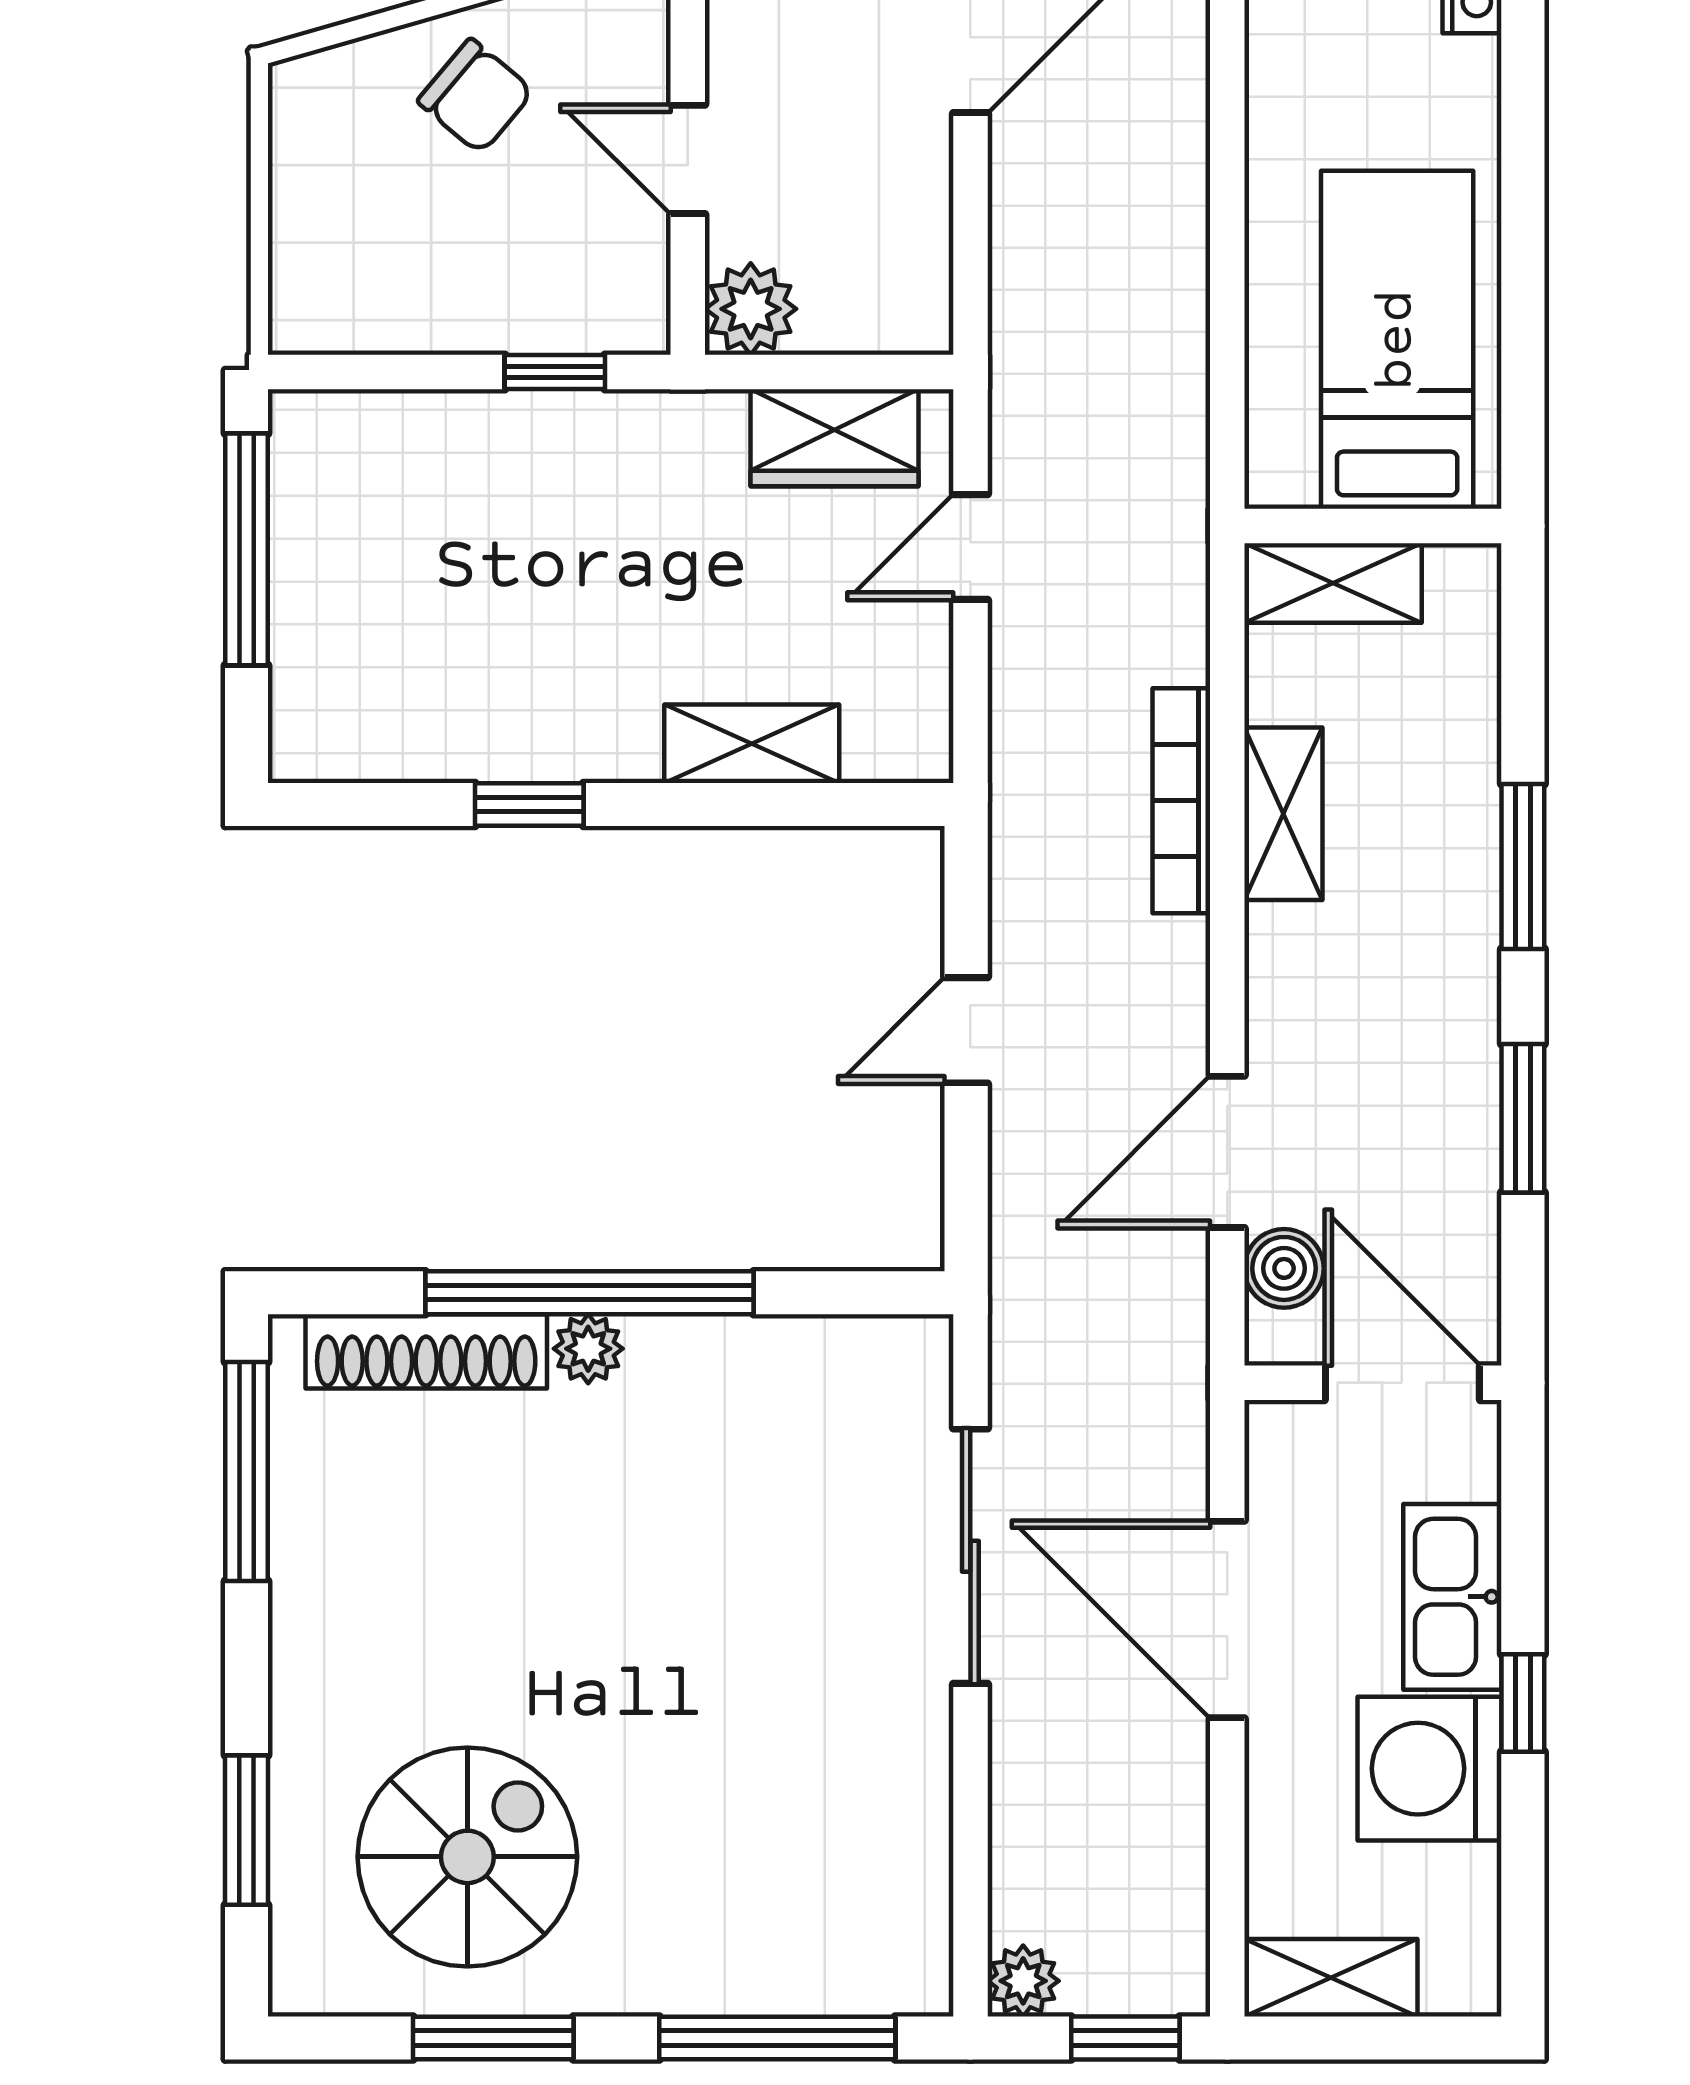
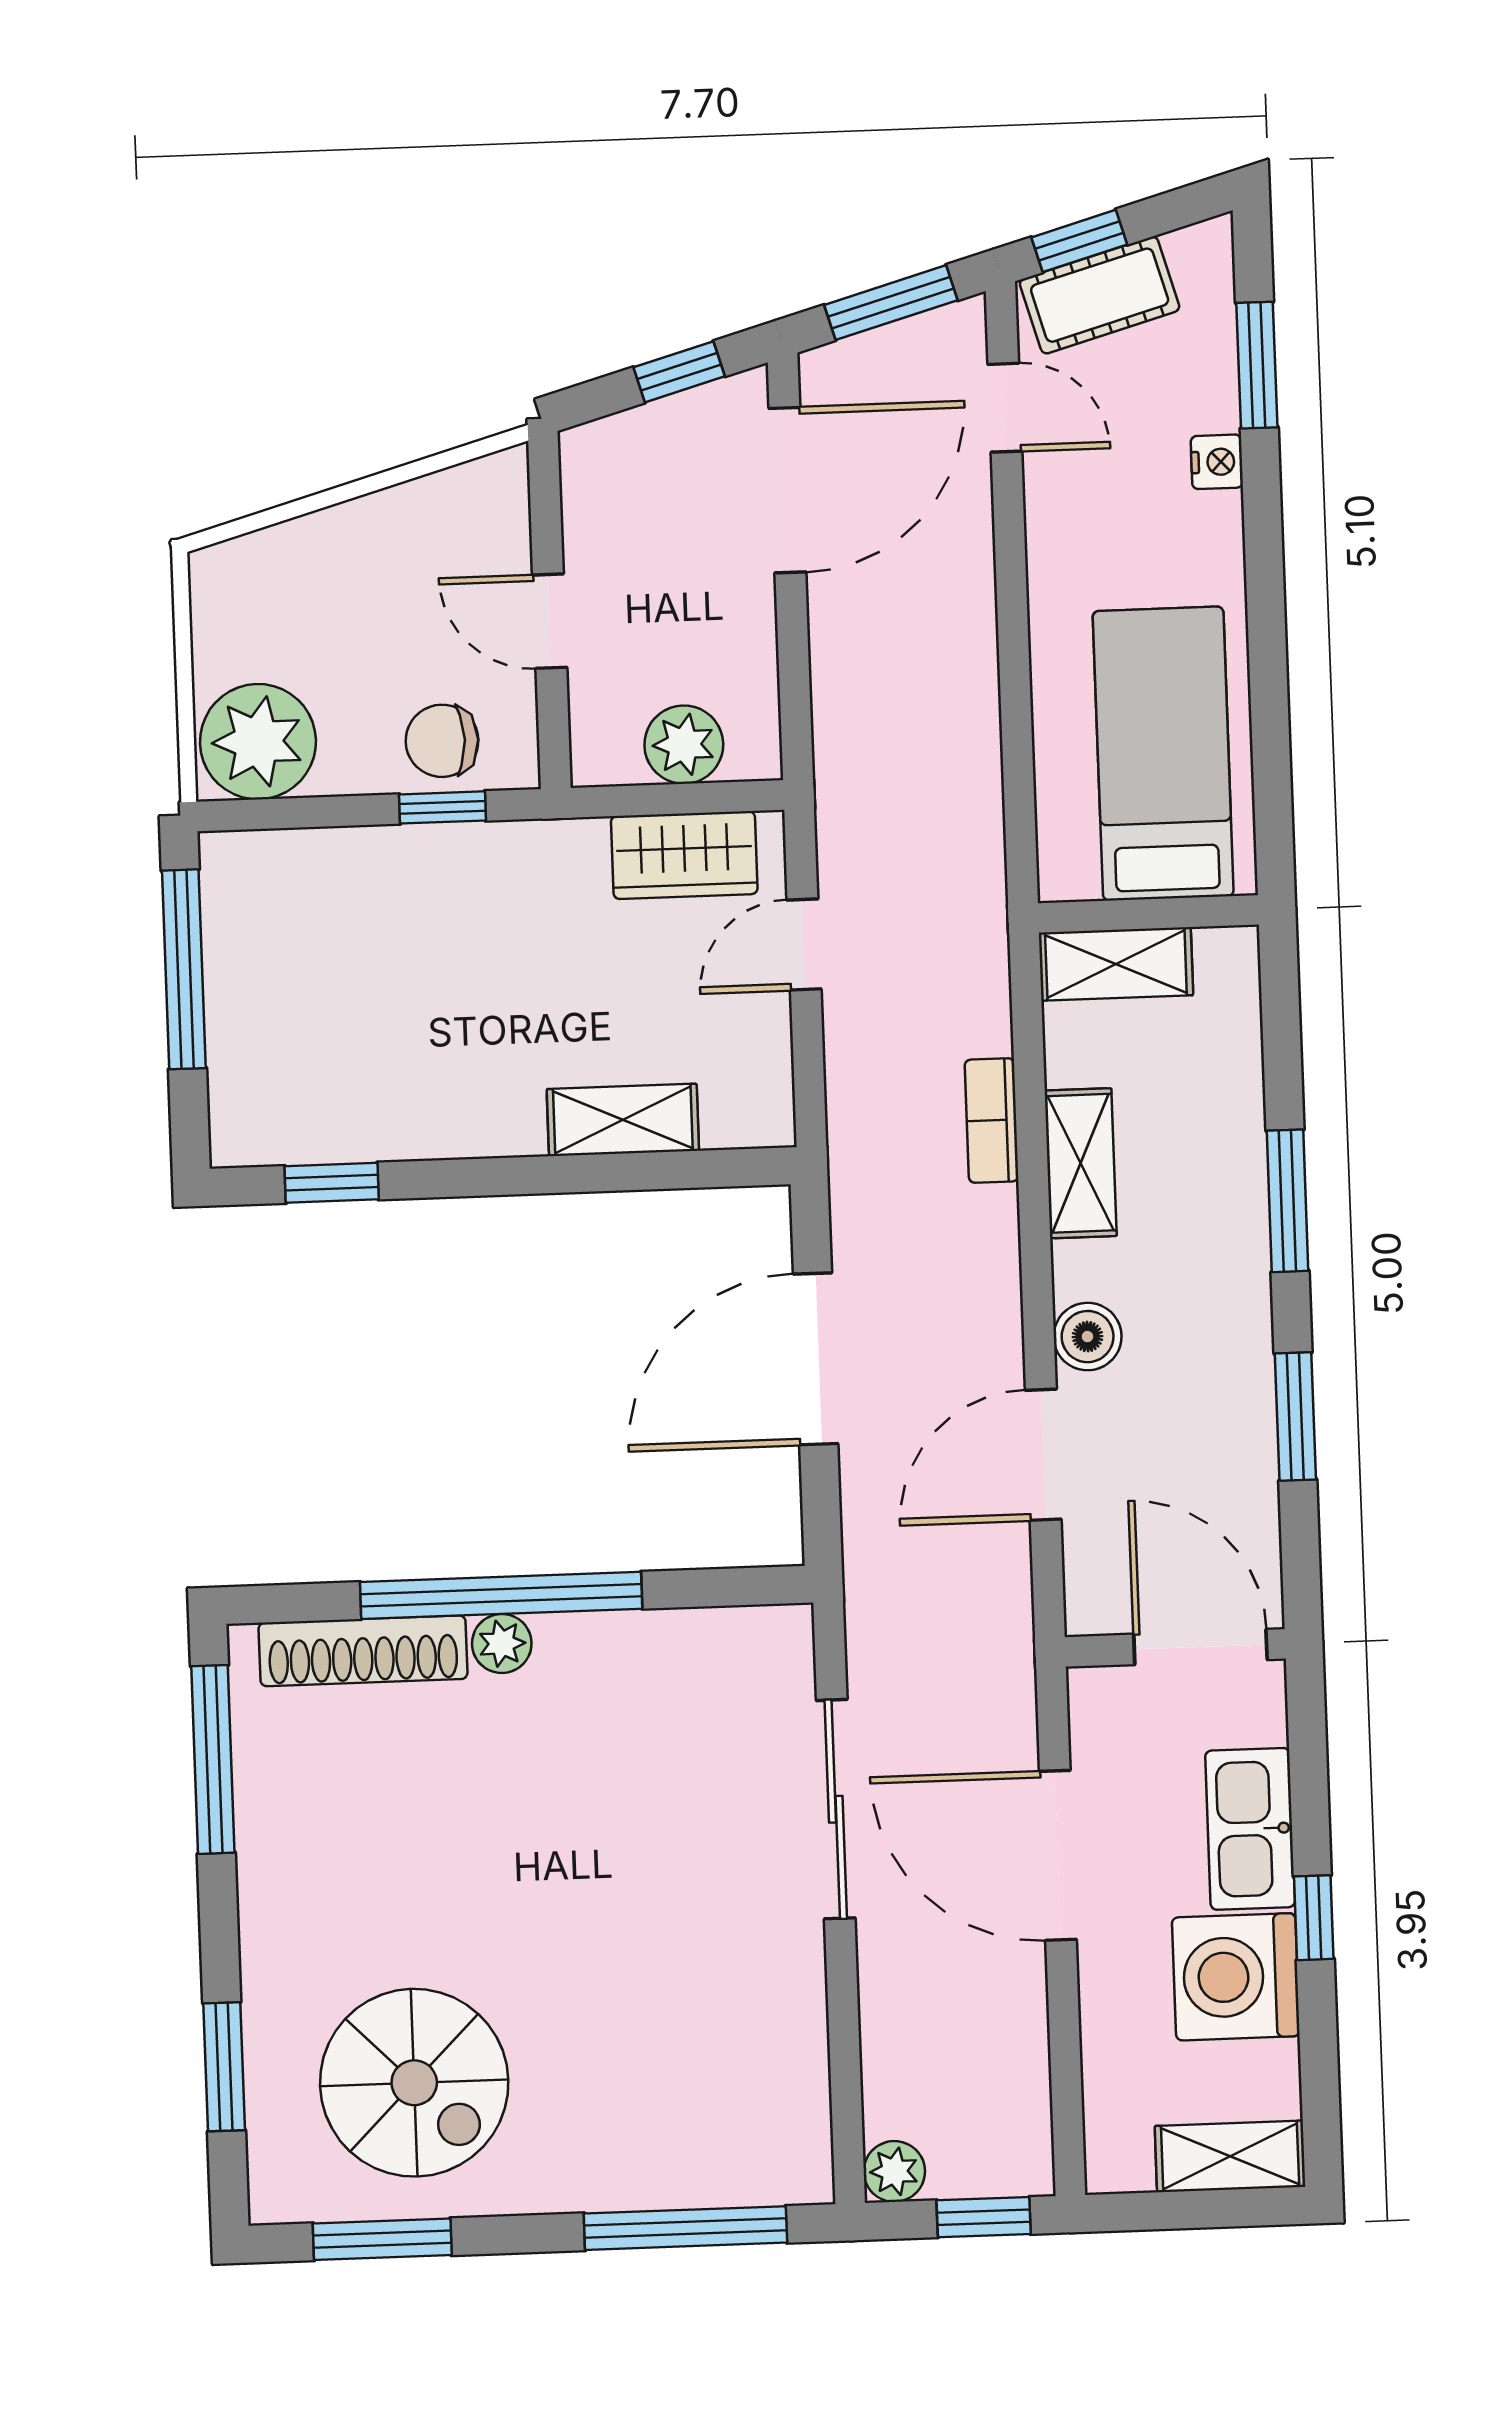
chair: (476, 96) -> (442, 741), moved, turned 140
plant: (343, 287) -> (258, 742), added
plant: (751, 309) -> (684, 745), moved
bookcase: (1181, 801) -> (992, 1120), width x0.64
window: (529, 804) -> (332, 1183), moved
door: (966, 1030) -> (816, 1359), width x1.88
boiler: (1284, 1268) -> (1088, 1337), moved
spiral stairs: (467, 1857) -> (414, 2083), turned 90
shelving: (1331, 1978) -> (1230, 2156), moved
window: (493, 2038) -> (382, 2239), moved

